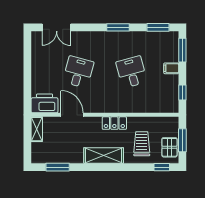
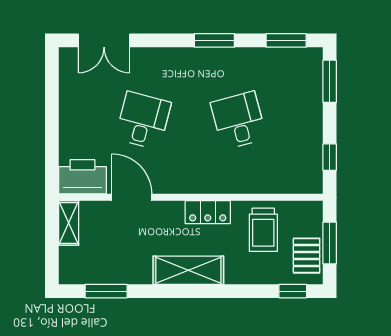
filing cabinet: (171, 68) -> (310, 114), removed
trolley: (142, 144) -> (263, 230), moved, turned 180

